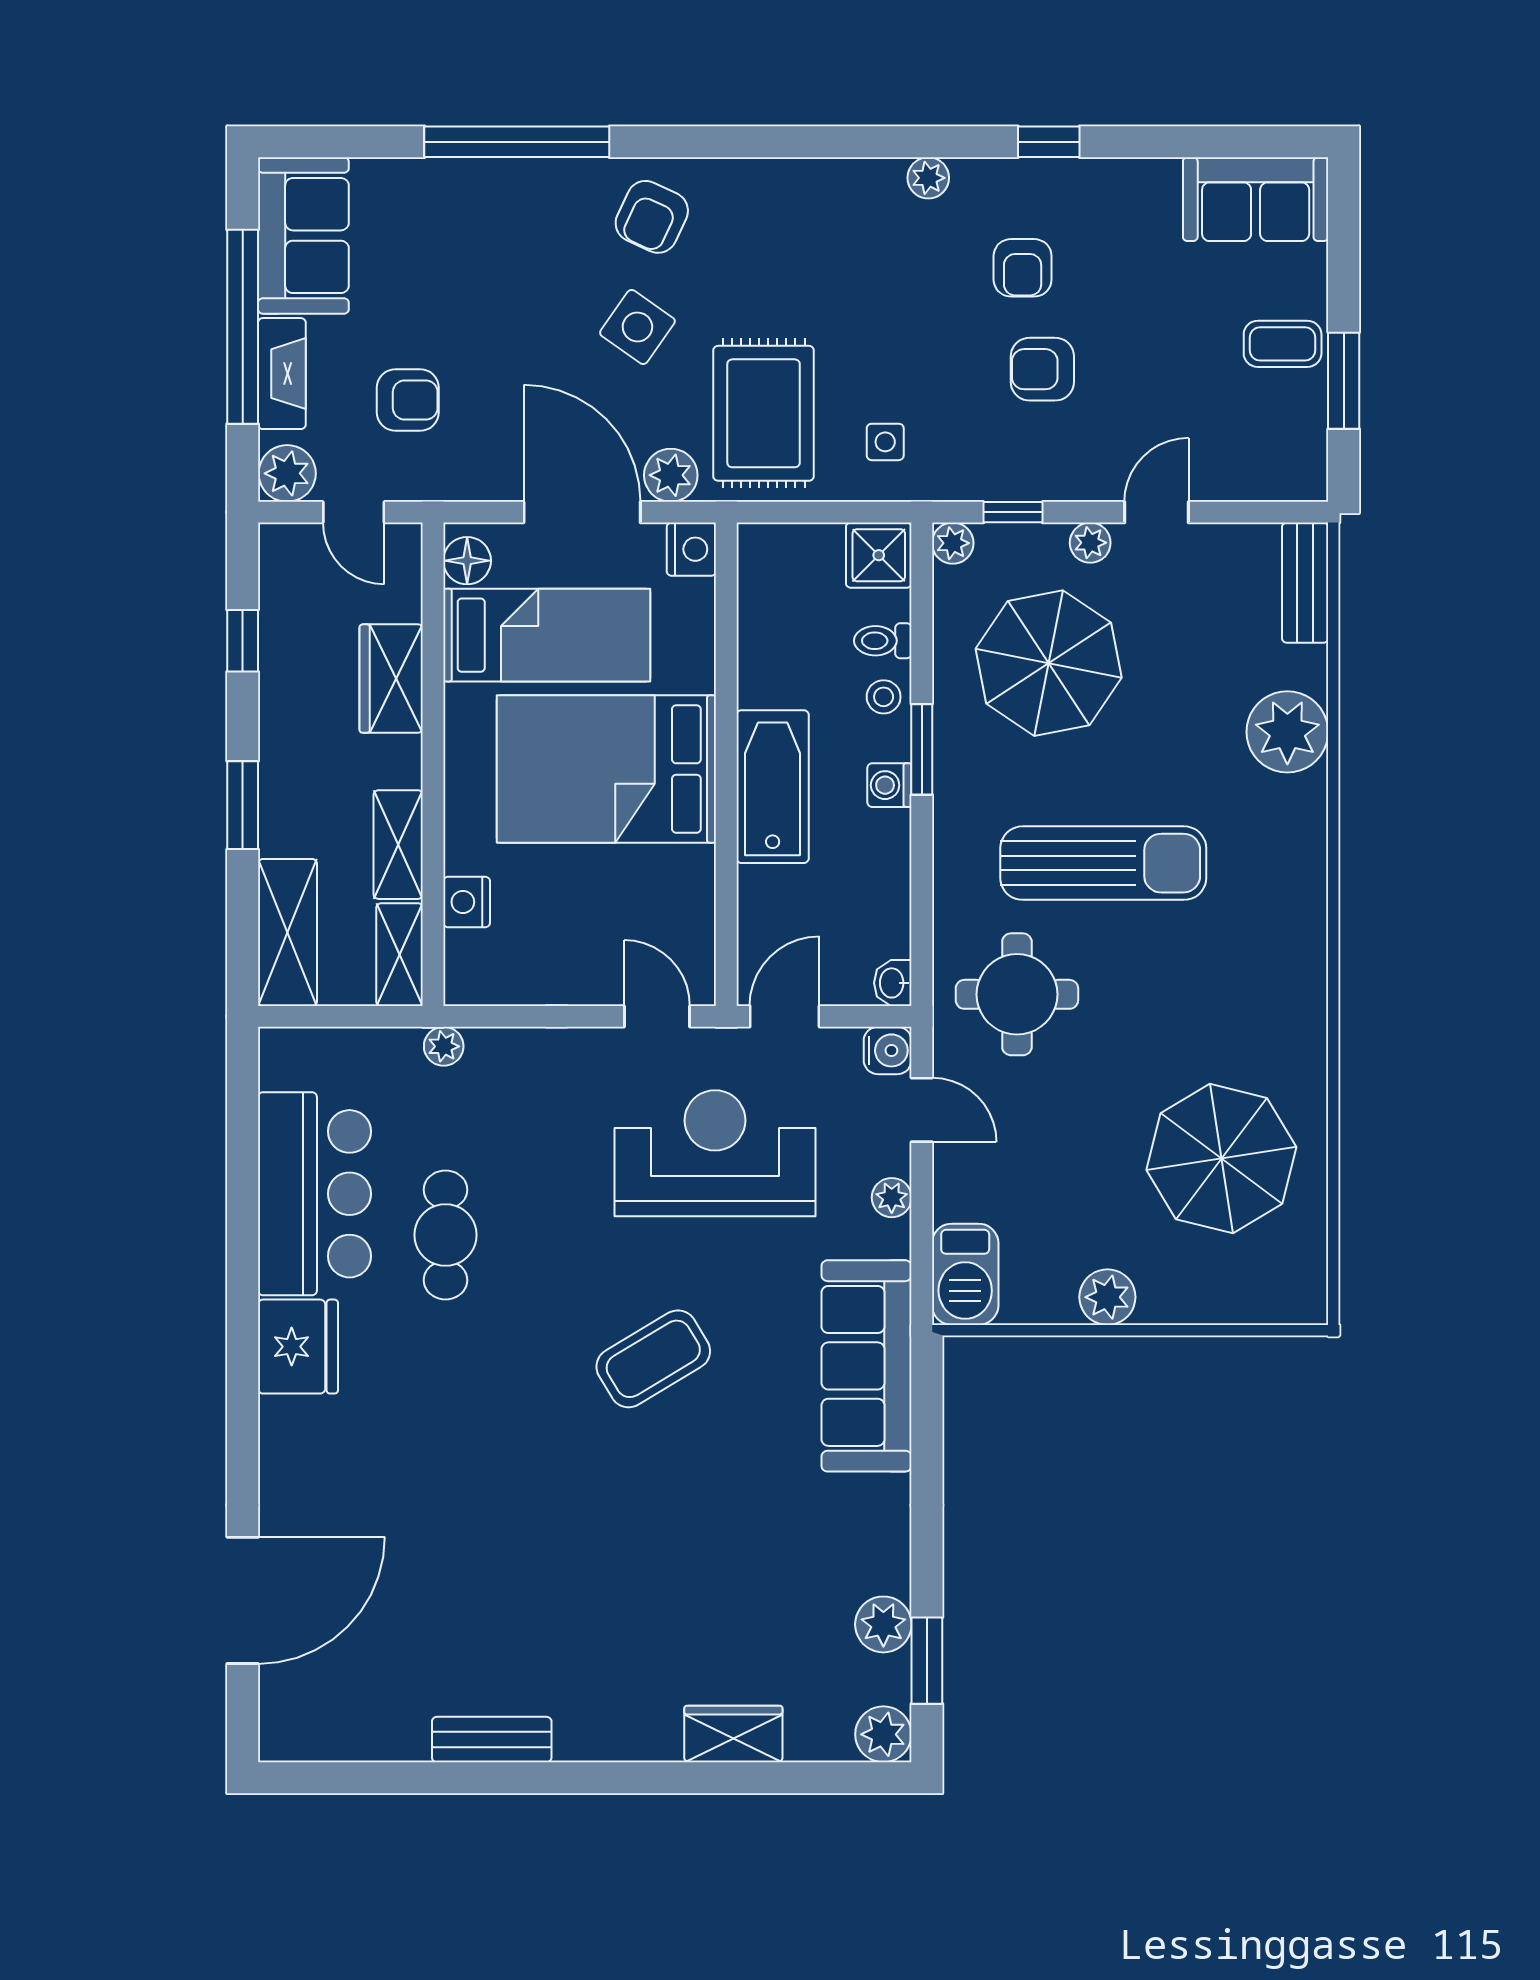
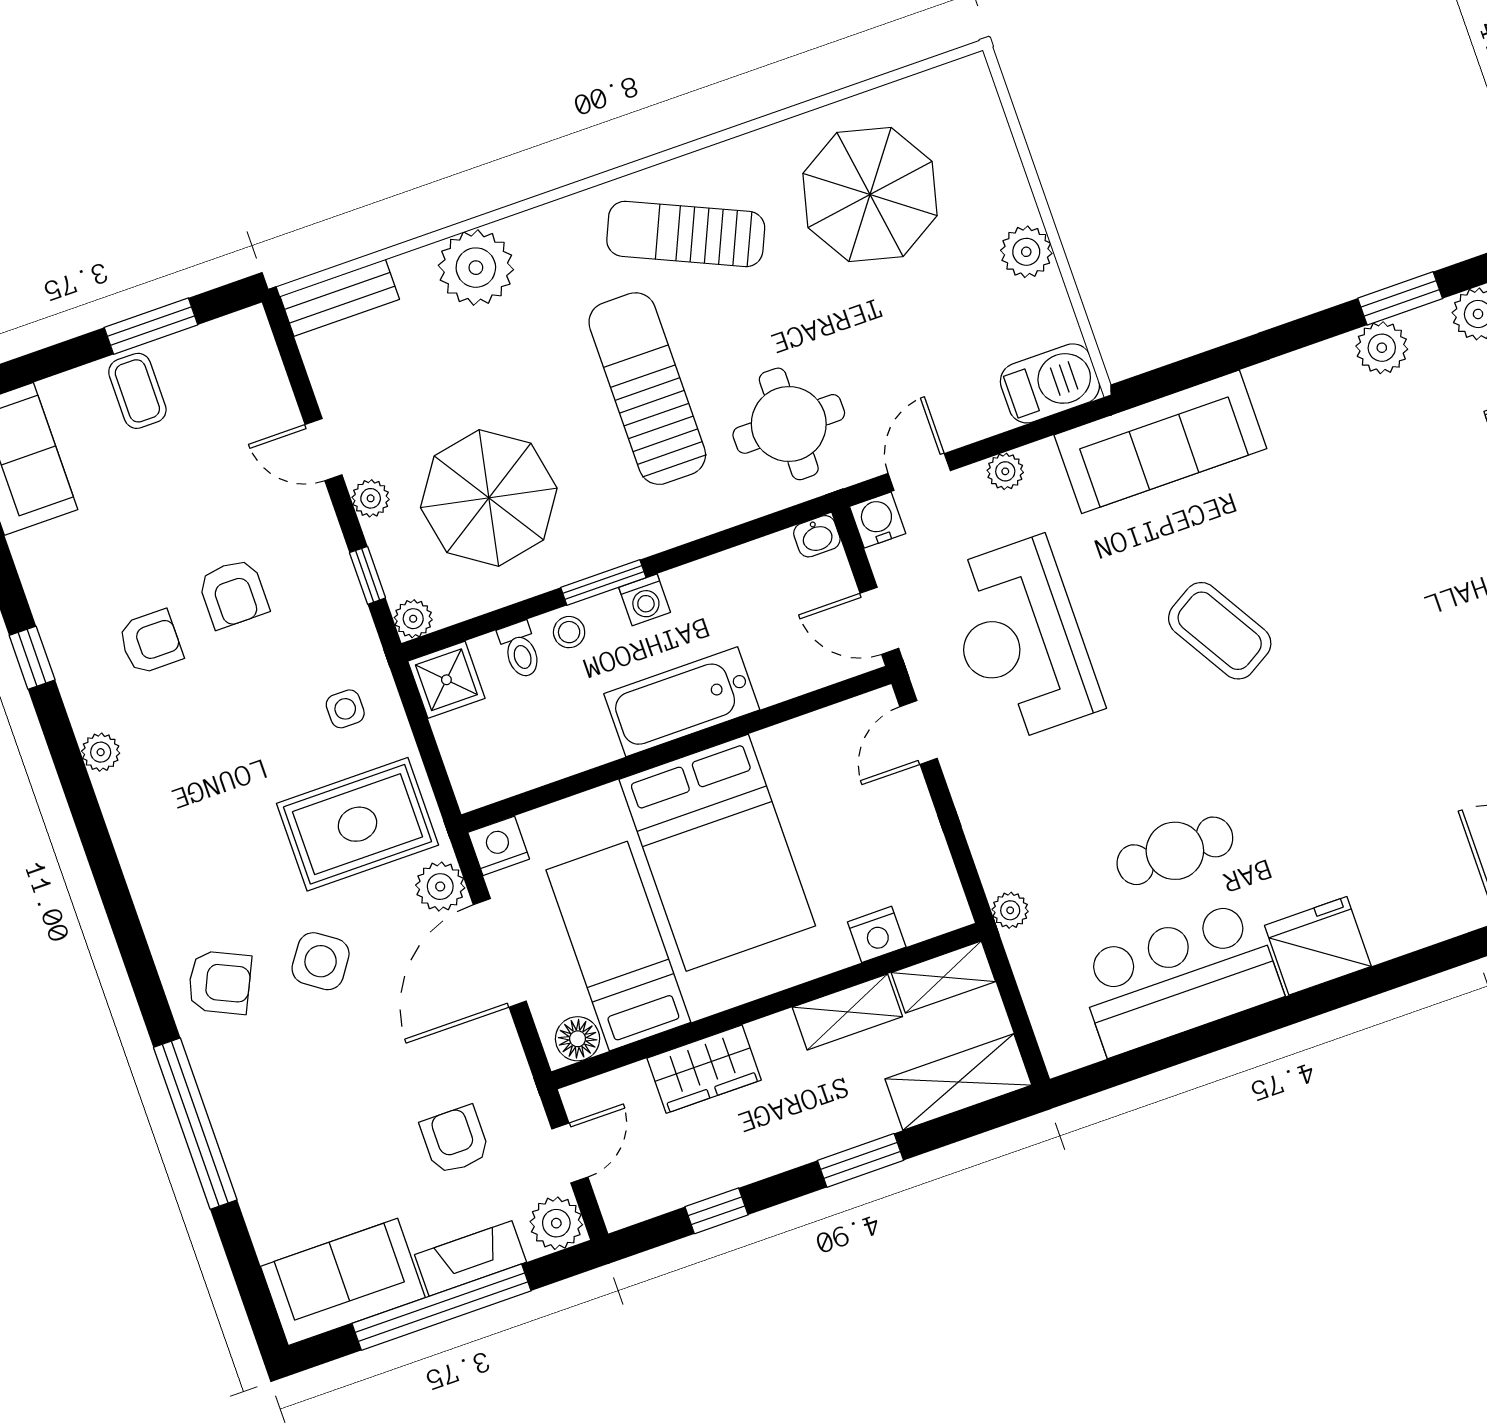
sun lounger: (1247, 957) -> (686, 234), added

